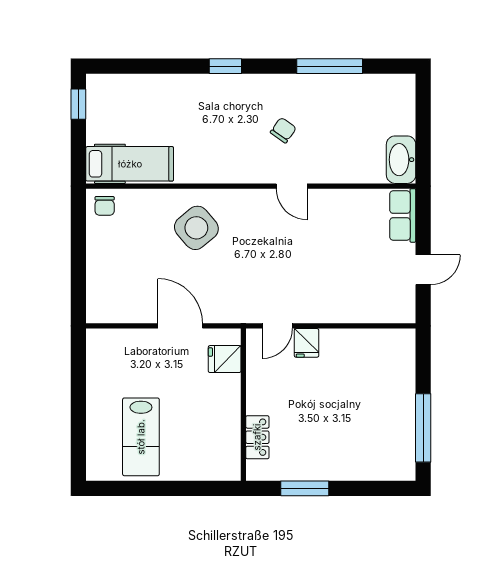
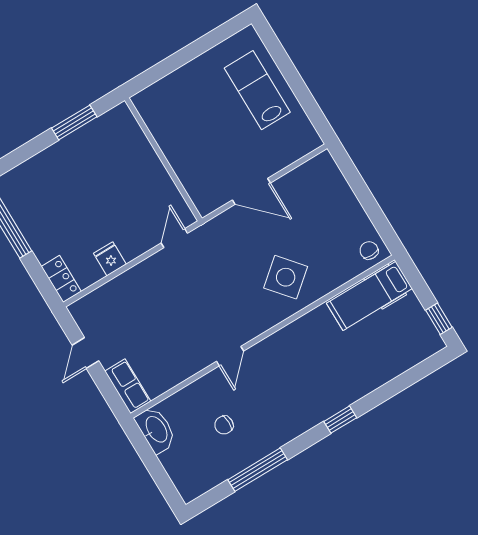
chair: (283, 130) -> (224, 425), moved, turned 55
door: (292, 186) -> (230, 356), swing flipped
fridge: (307, 343) -> (110, 259), moved
fridge: (225, 359) -> (200, 187), removed
lab bench: (141, 437) -> (257, 90), moved
locker: (257, 437) -> (61, 279), moved, turned 180

